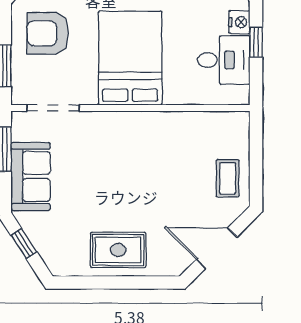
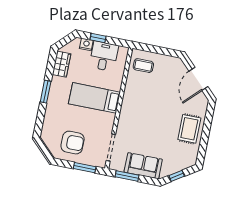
armchair: (48, 33) -> (73, 143), turned -90
bed: (130, 58) -> (94, 98), width x0.67
coffee table: (228, 178) -> (143, 66), moved

